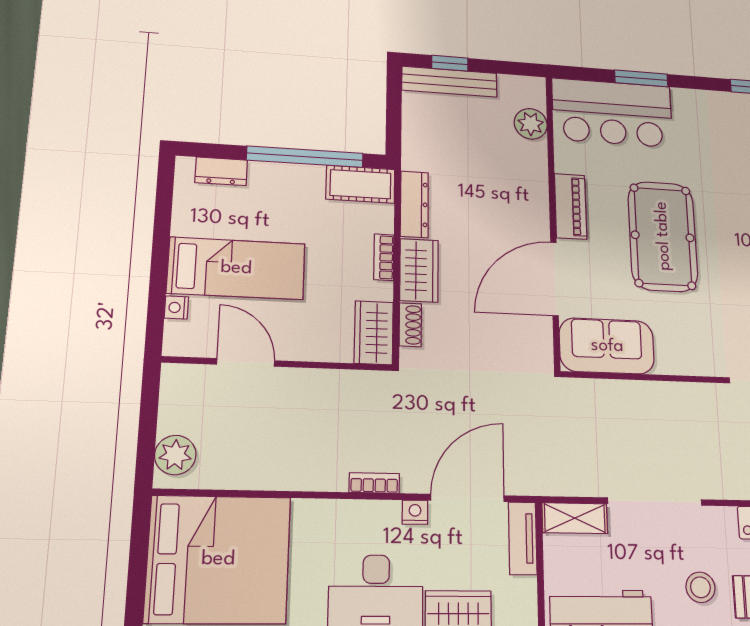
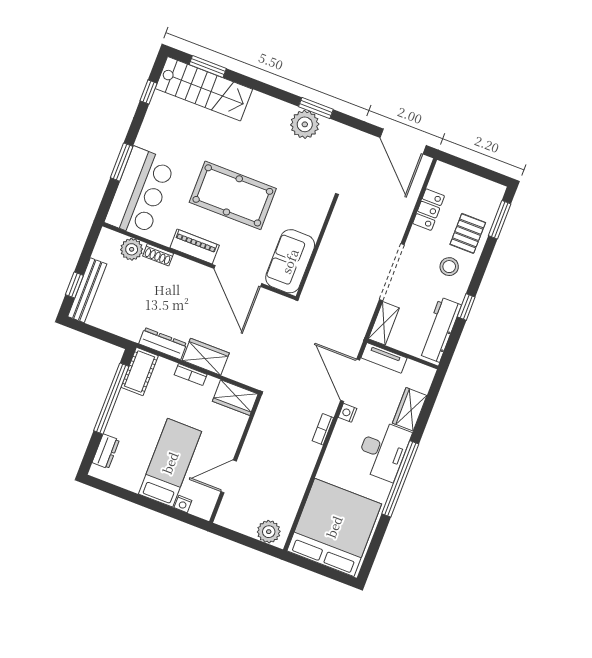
shoe rack: (410, 325) -> (158, 255), moved, turned 180

